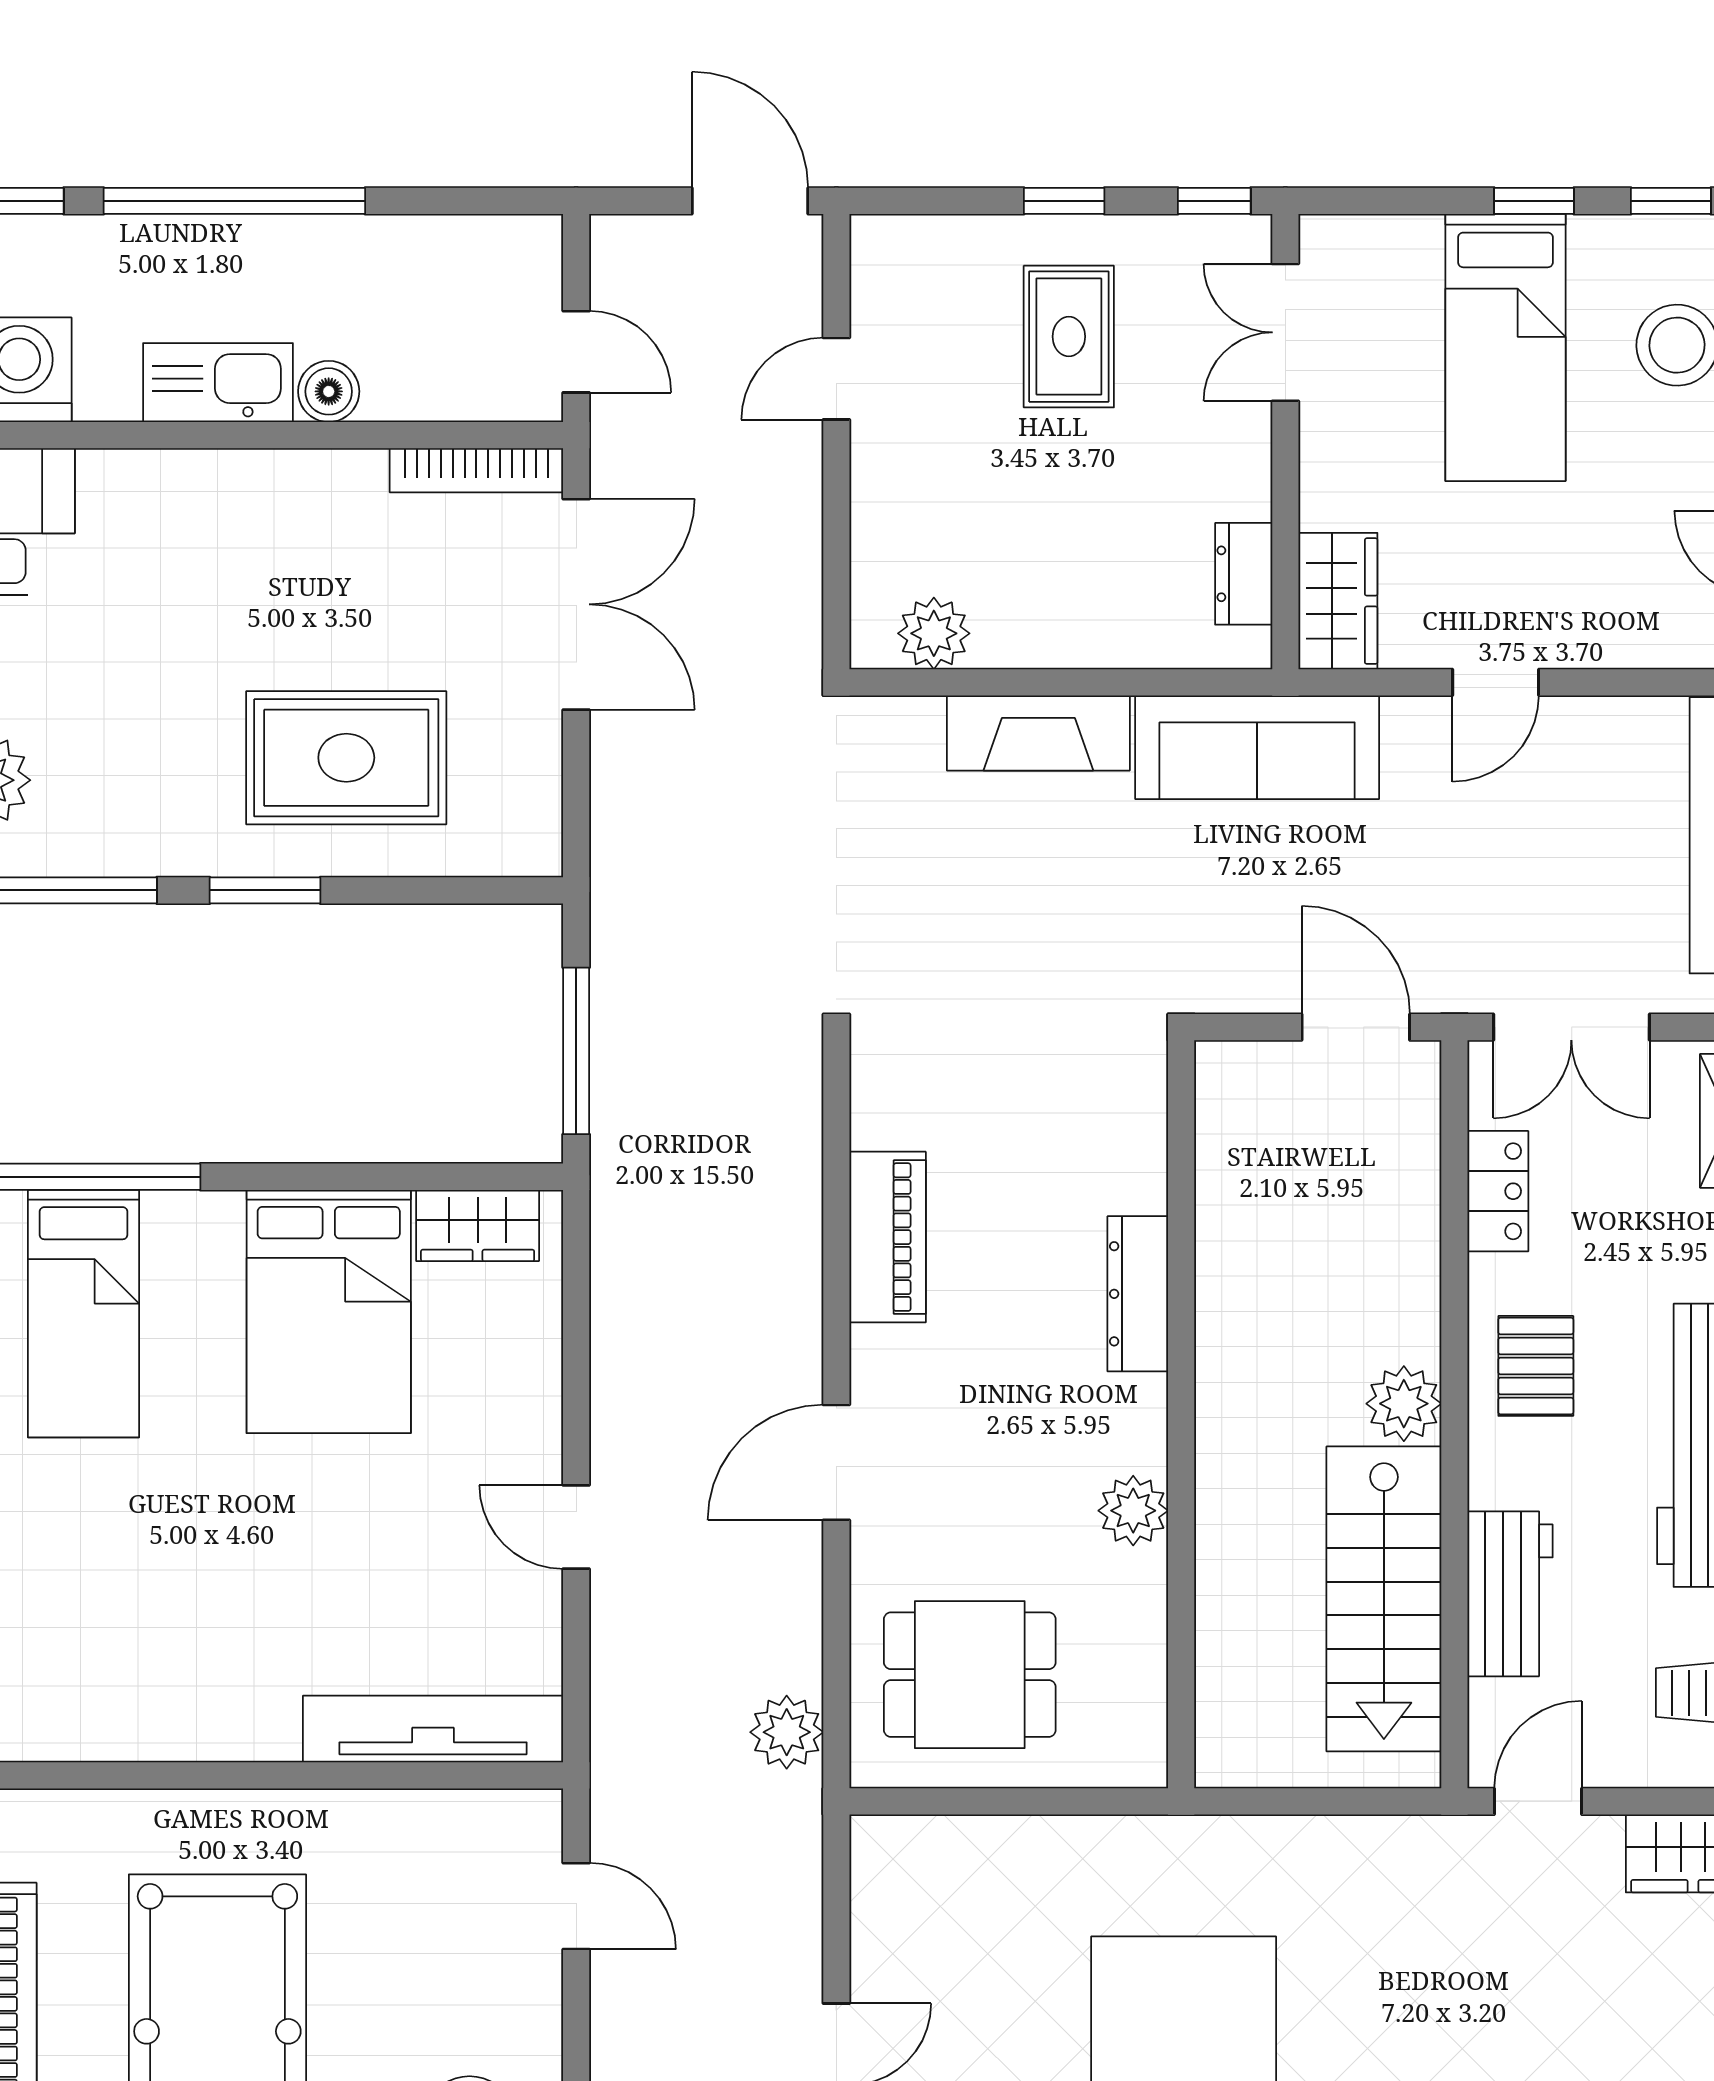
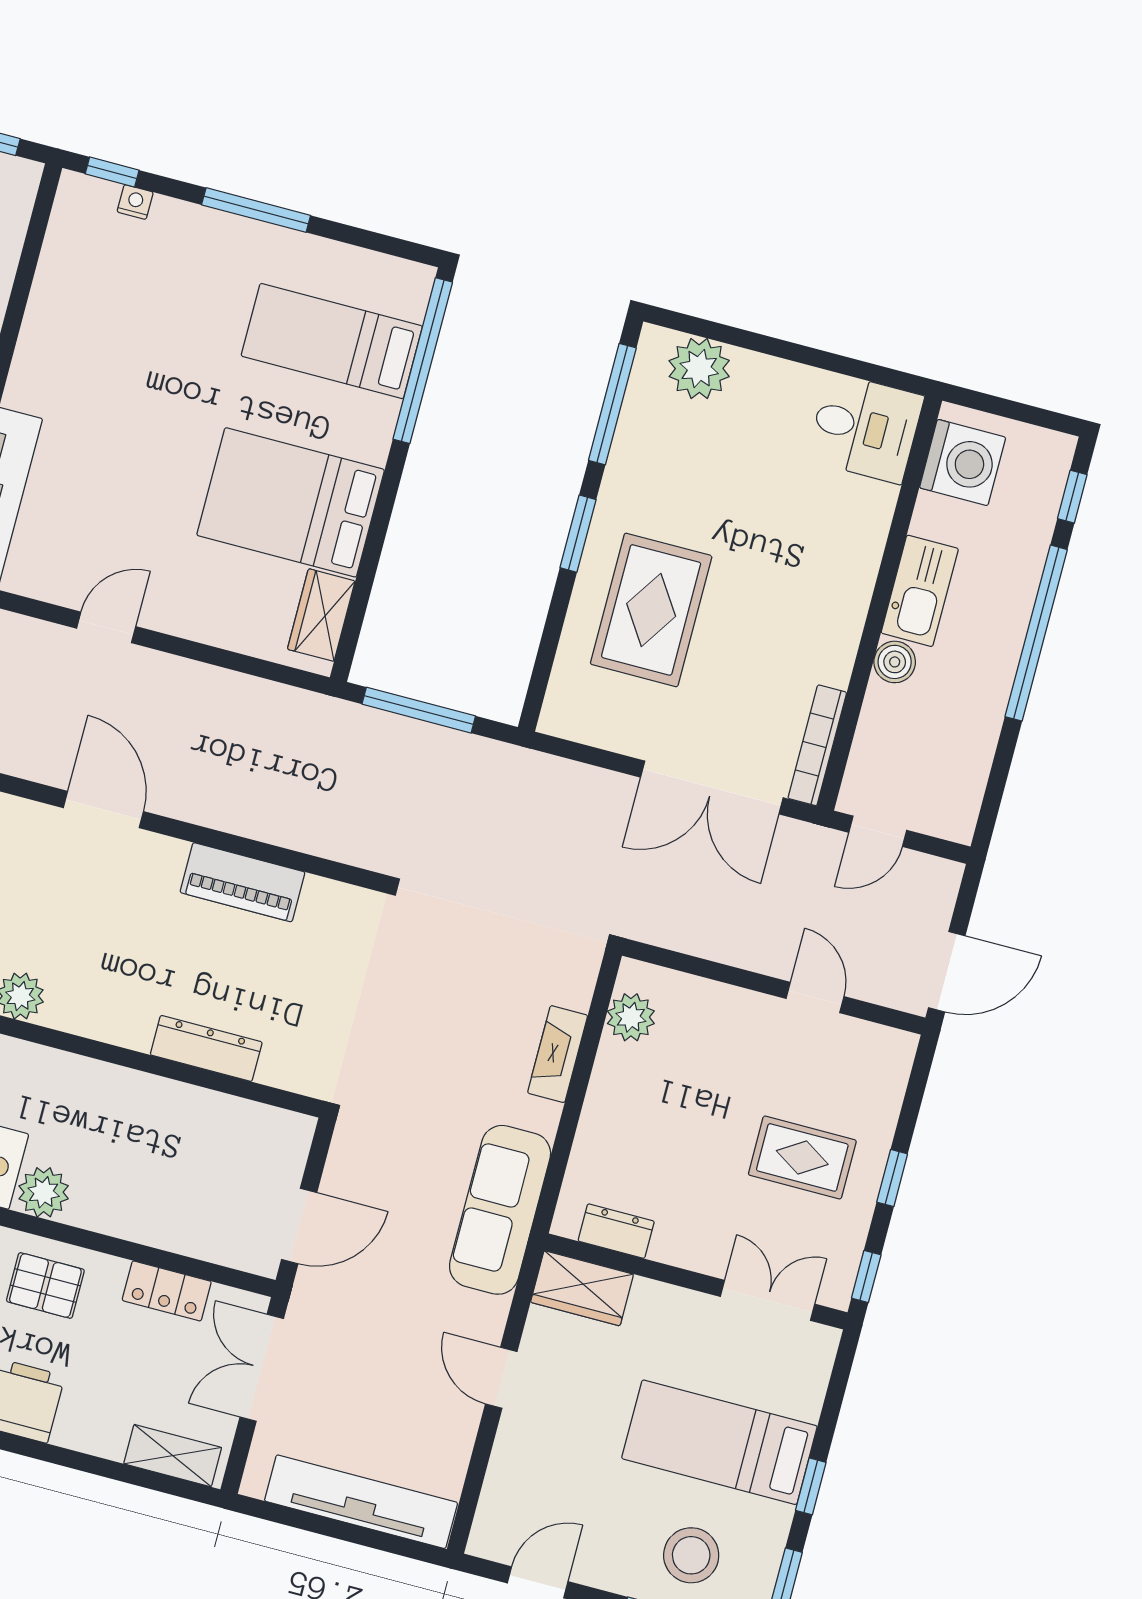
fireplace: (1038, 733) -> (558, 1054), width x0.73, depth x0.76
dresser: (1138, 1294) -> (206, 1048), moved

